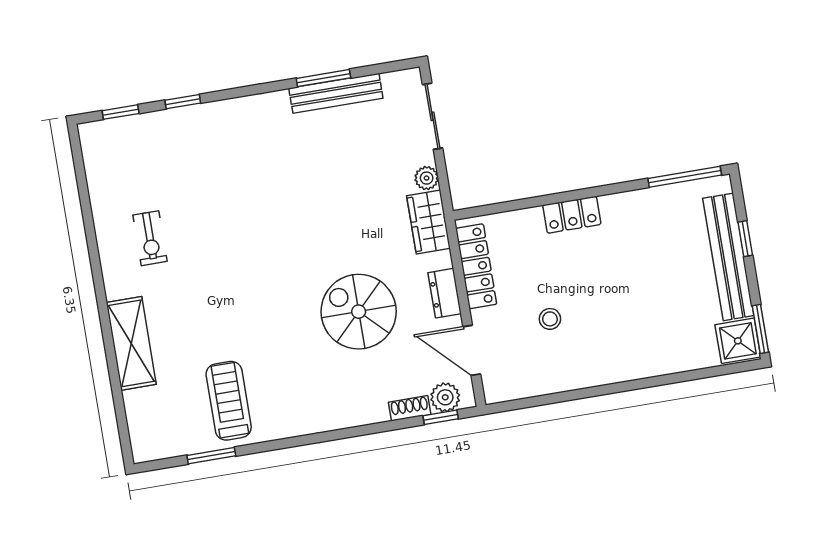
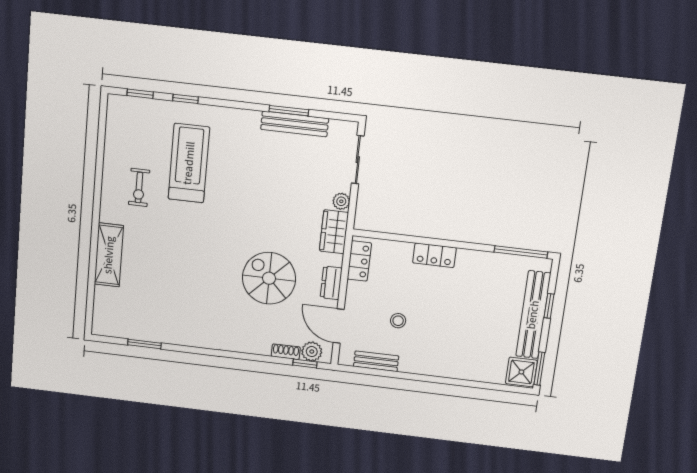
locker: (476, 266) -> (359, 261), width x0.66
bench: (537, 385) -> (376, 361), added
treadmill: (229, 401) -> (189, 163), moved, width x1.37, depth x1.38

